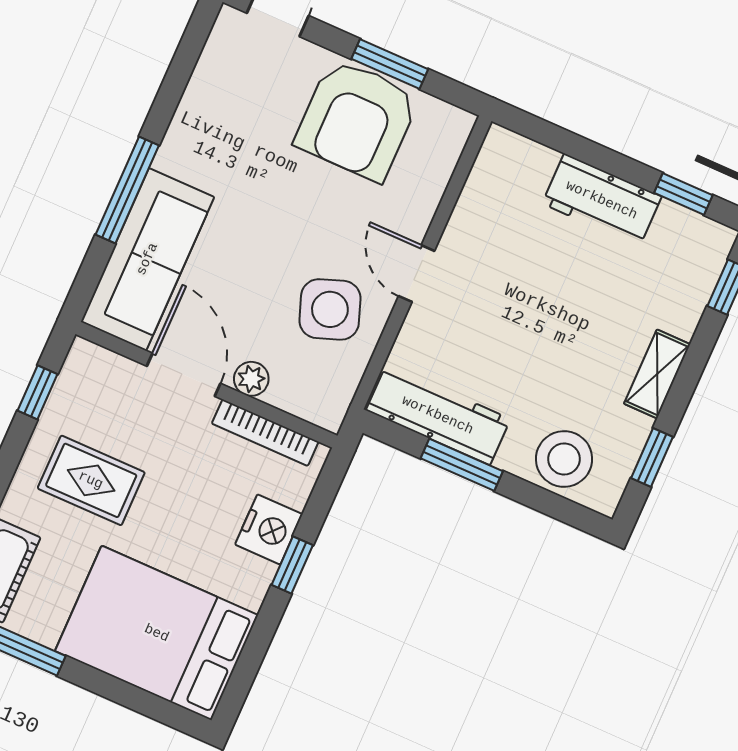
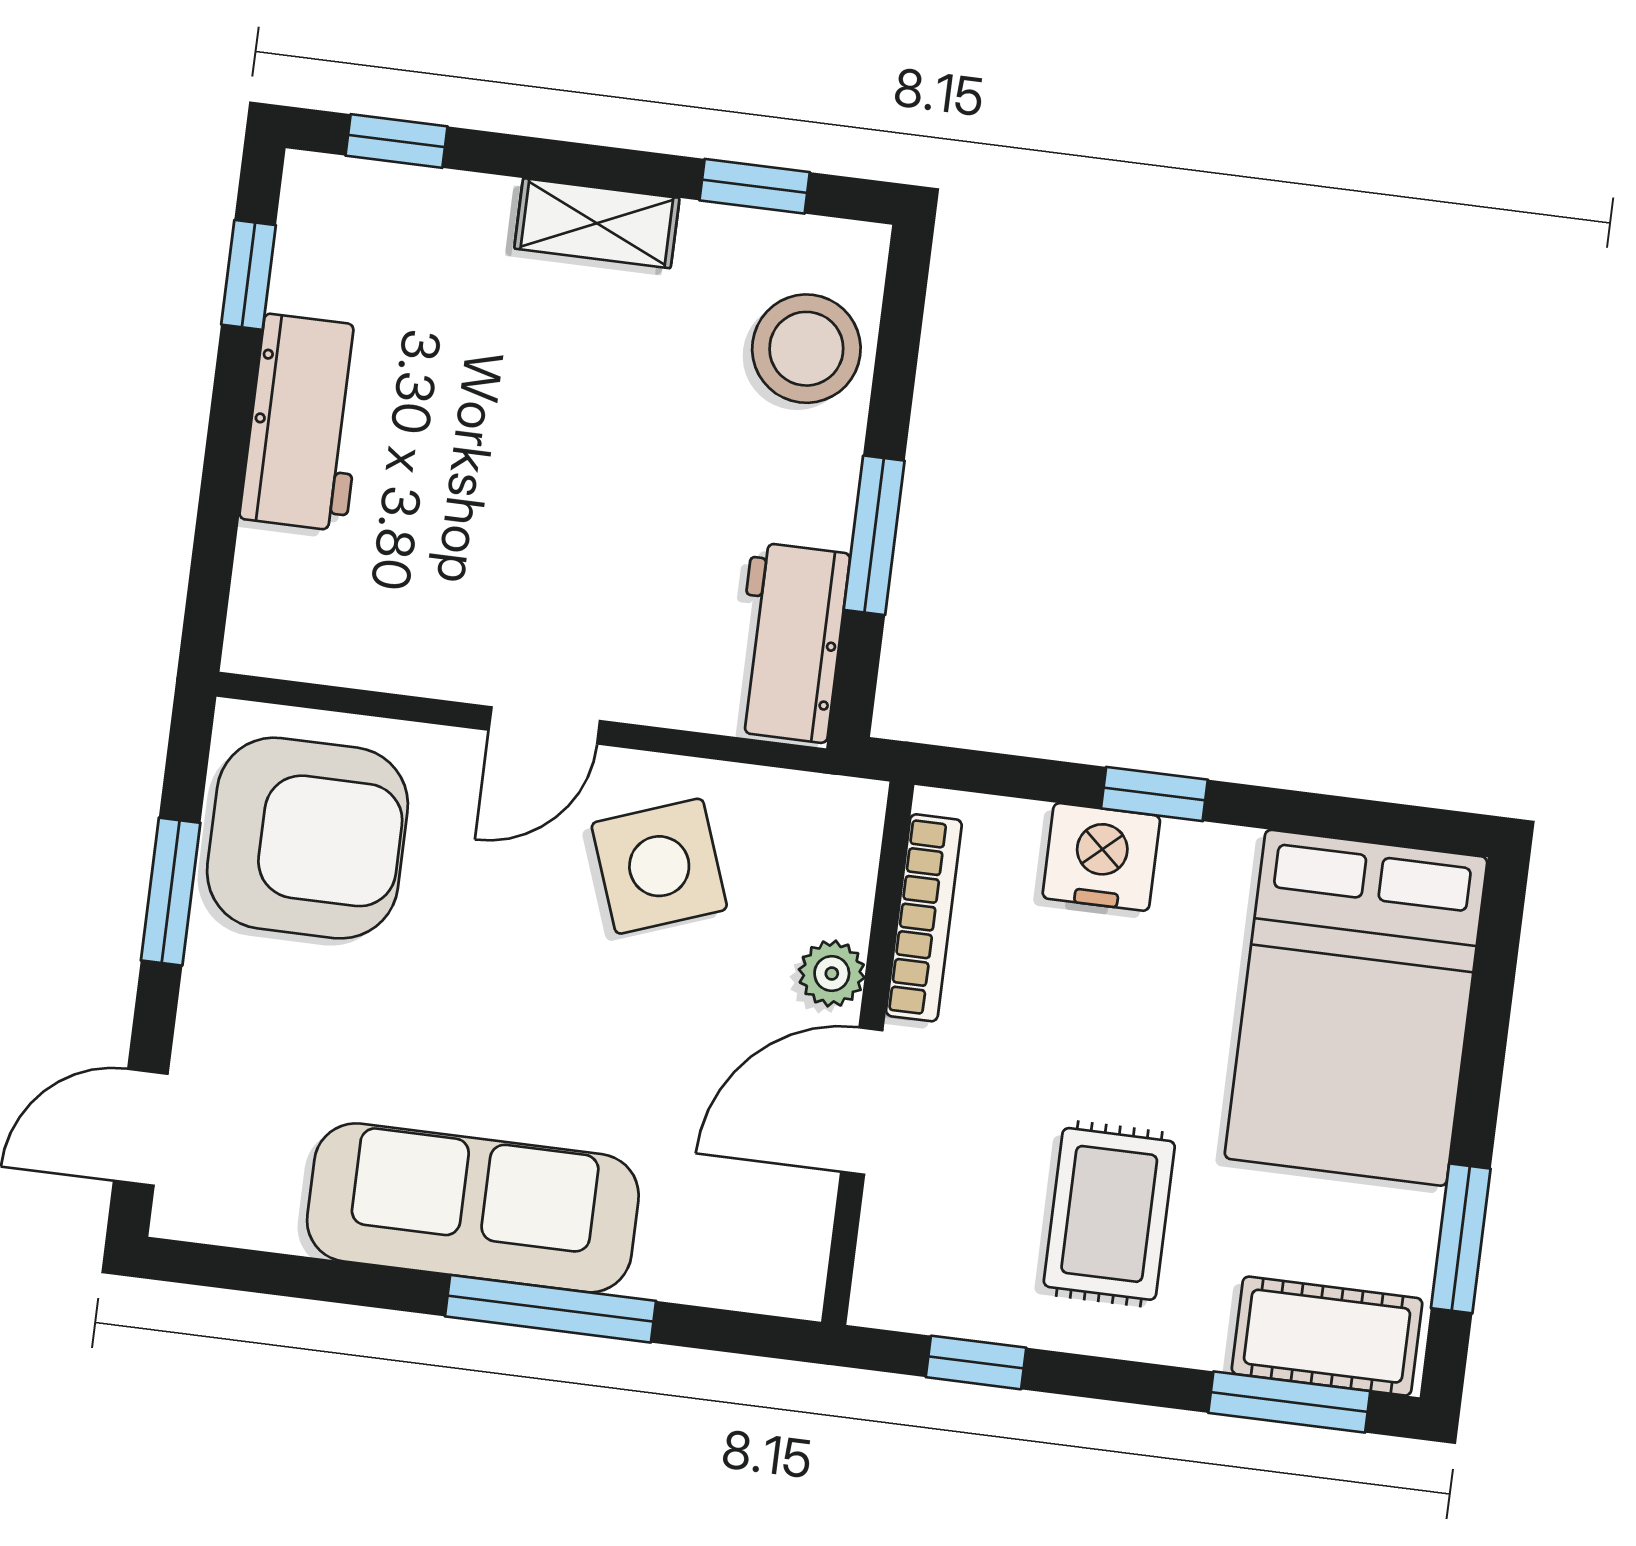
armchair: (357, 120) -> (307, 838), moved
sofa: (147, 259) -> (473, 1208), moved
workbench: (438, 415) -> (790, 642), width x0.73

